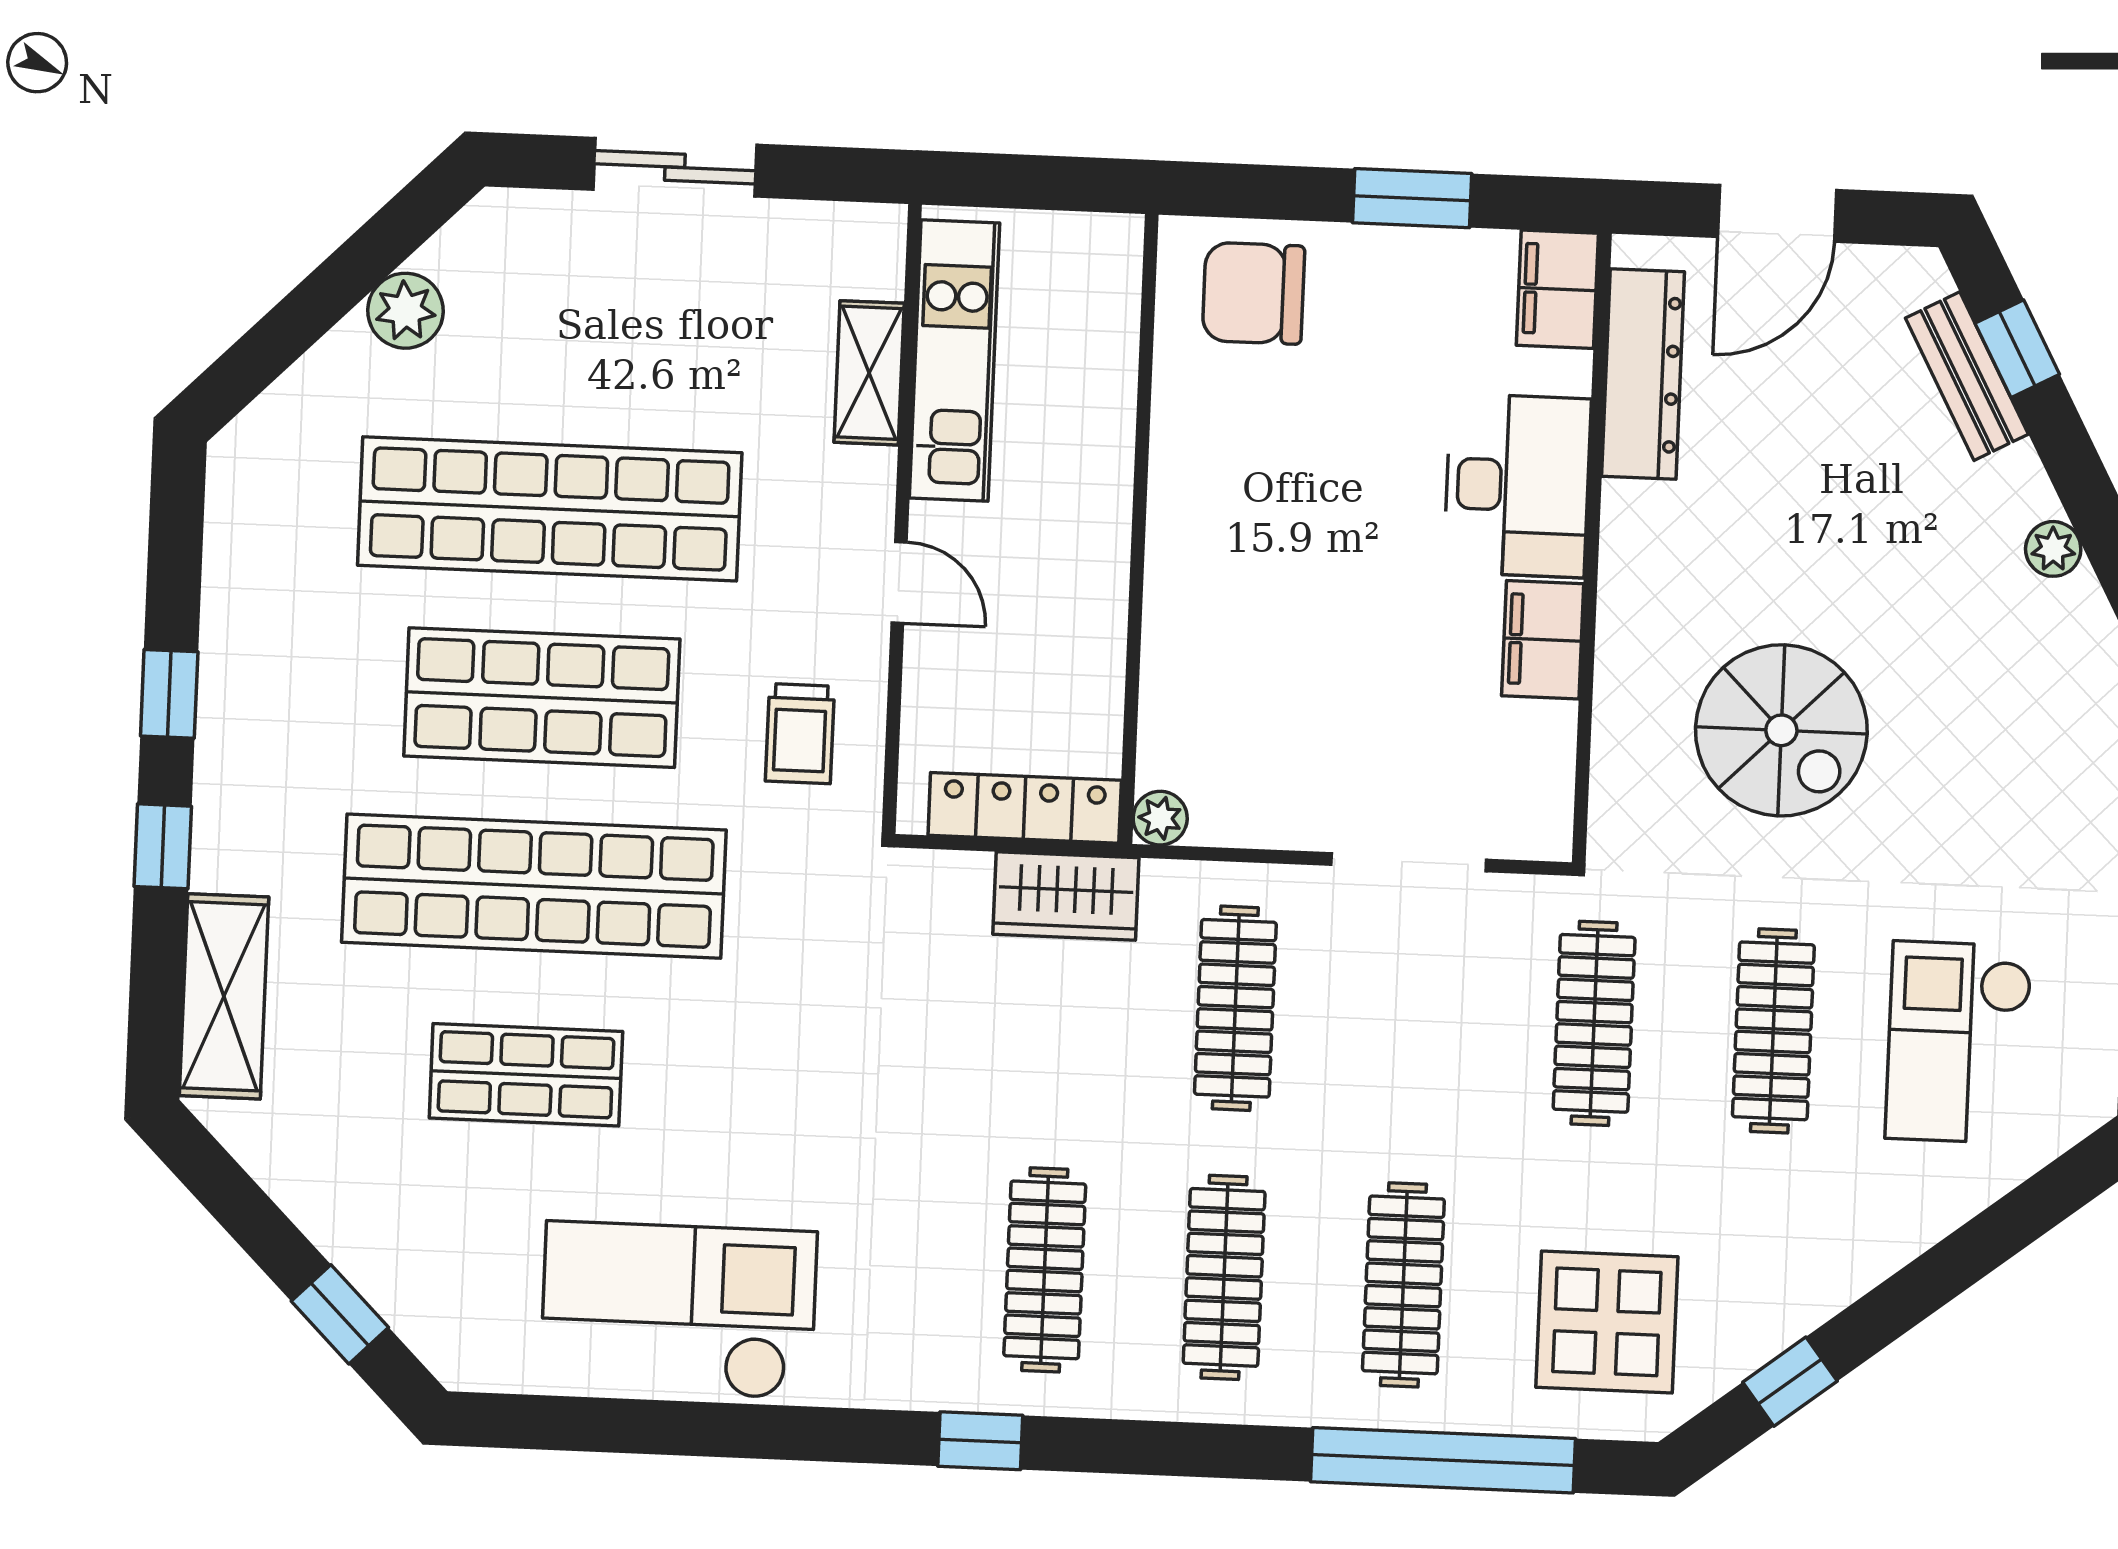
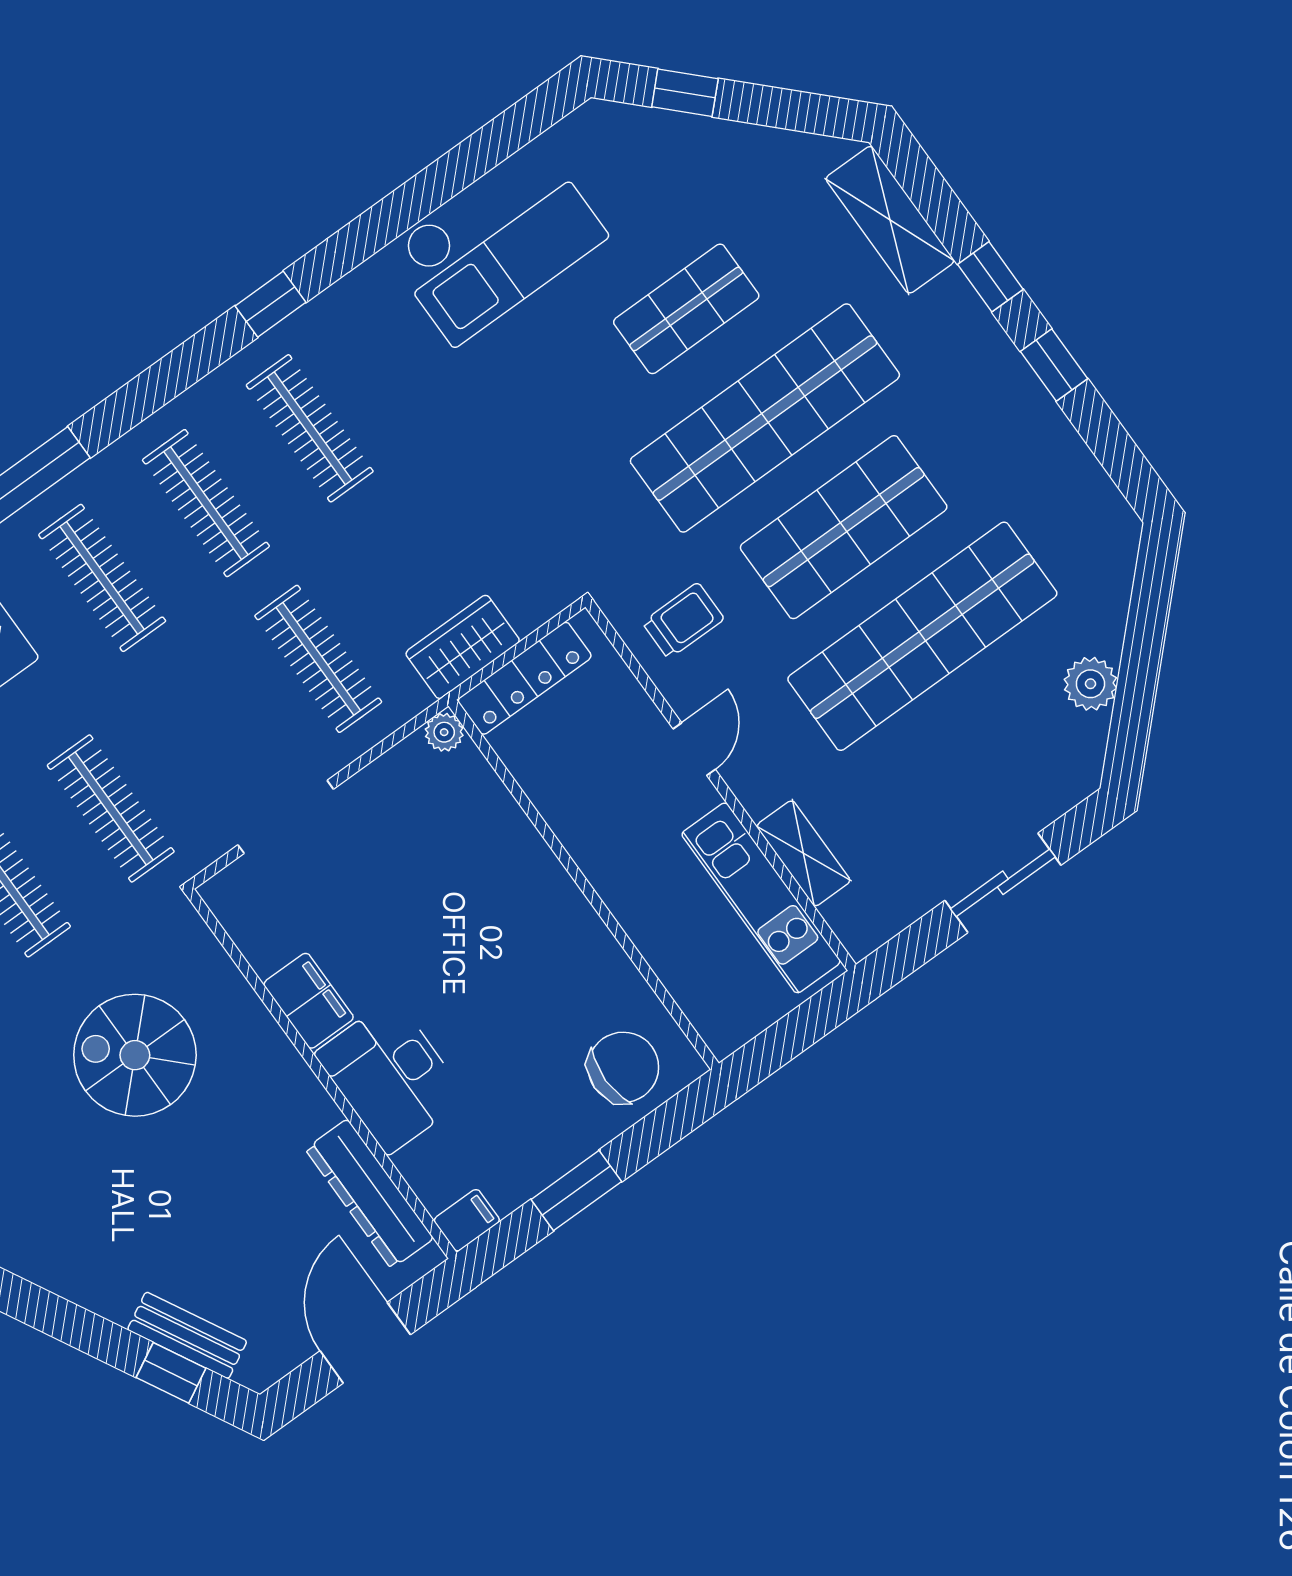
filing cabinet: (1557, 289) -> (467, 1220), width x0.50
plant: (2053, 549) -> (63, 1277), removed
door: (899, 582) -> (694, 749), swing flipped
trolley: (800, 734) -> (683, 621), turned 90

